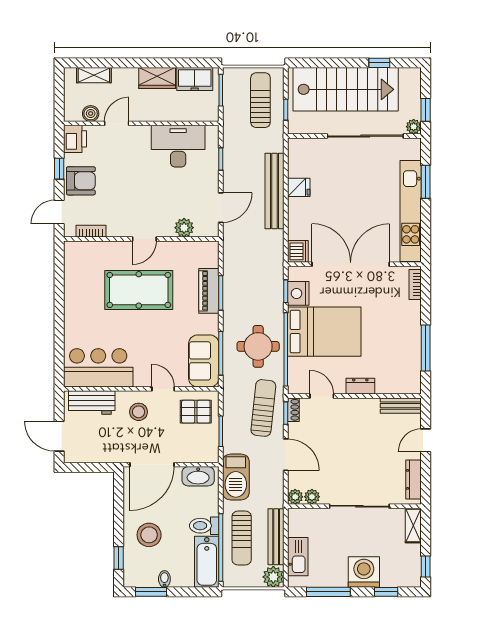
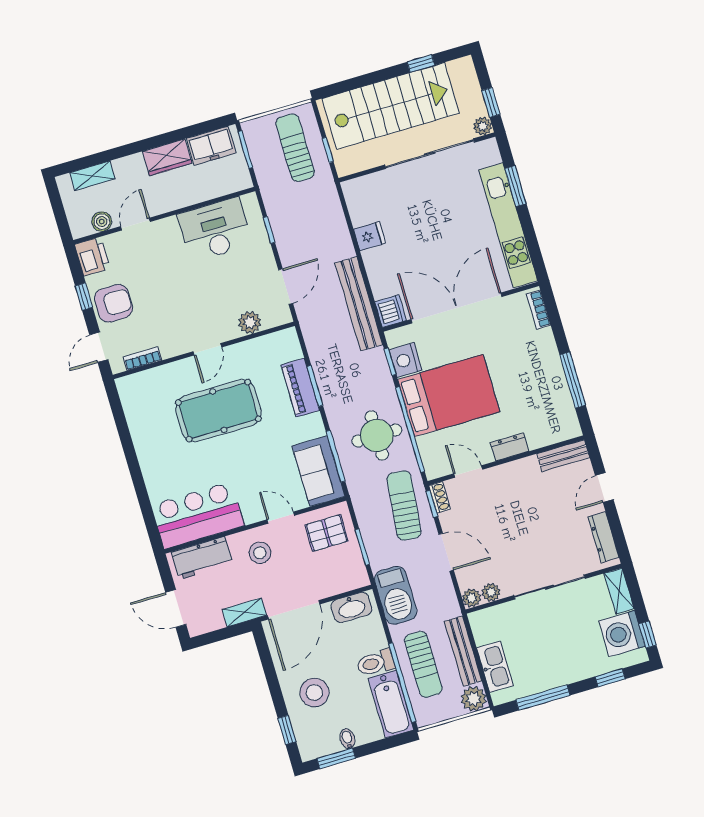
bench: (274, 191) -> (359, 304), moved
shelving: (112, 455) -> (244, 612), added
washing machine: (364, 572) -> (622, 634), moved, turned -90

